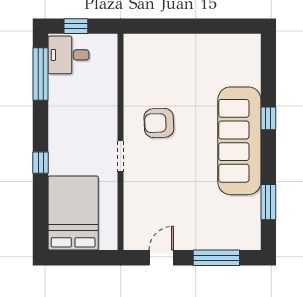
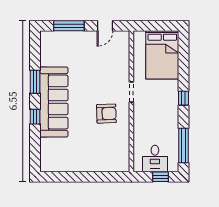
desk: (68, 55) -> (155, 158), moved, turned 90
window: (41, 163) -> (184, 98), moved
window: (268, 202) -> (35, 82), moved

